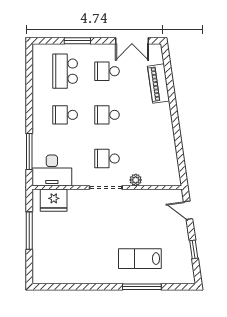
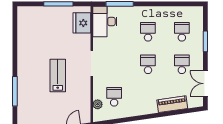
school desk: (65, 71) -> (182, 32), width x0.54
school desk: (107, 159) -> (114, 97), moved
plant: (136, 180) -> (98, 104), moved
lab bench: (140, 259) -> (58, 76), moved

